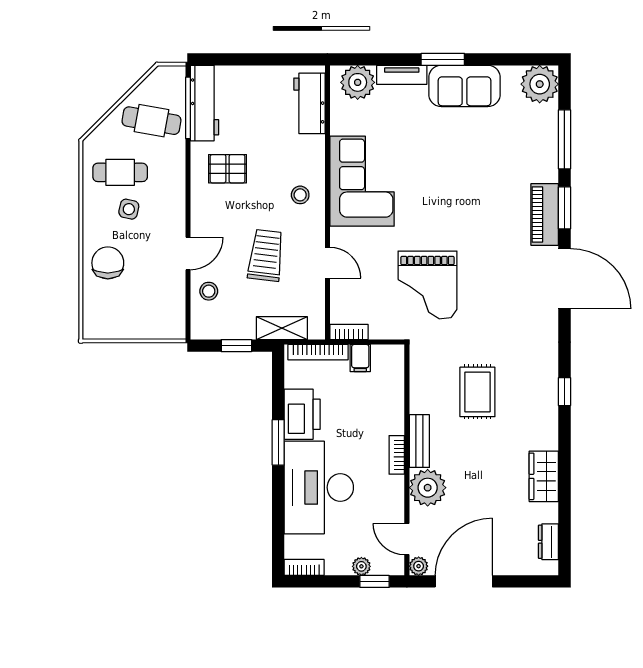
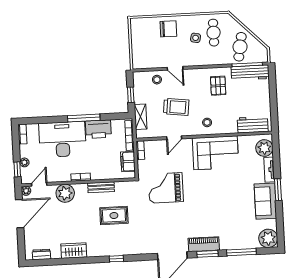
filing cabinet: (360, 358) -> (128, 162), width x2.00
bench: (419, 441) -> (101, 187), moved
window: (278, 442) -> (84, 118), width x1.44
door: (464, 581) -> (20, 214), hinge flipped

